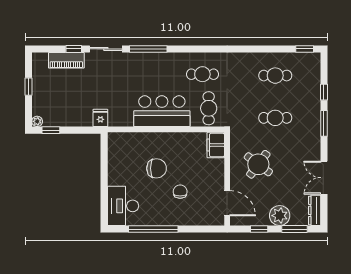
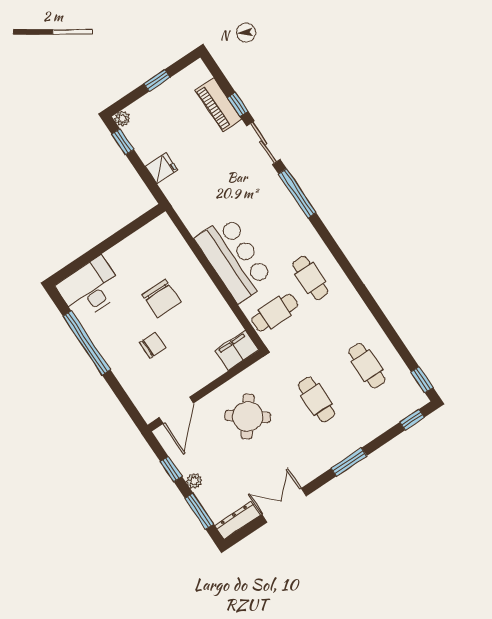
window: (324, 92) -> (412, 420), moved
fridge: (100, 118) -> (161, 168), moved
plant: (280, 216) -> (194, 481), width x0.53, depth x0.53

